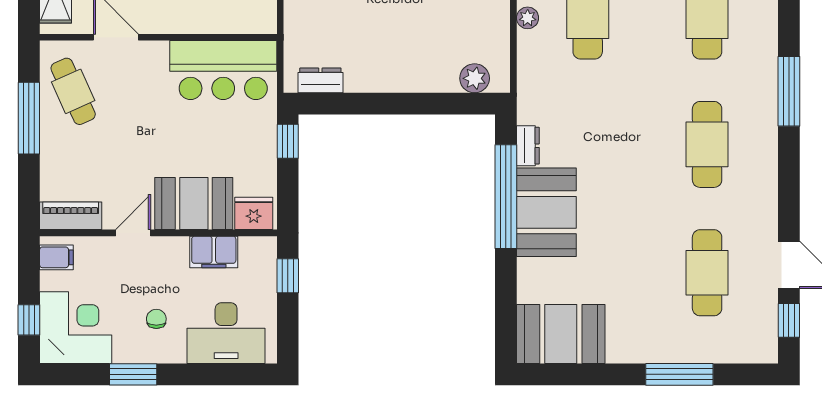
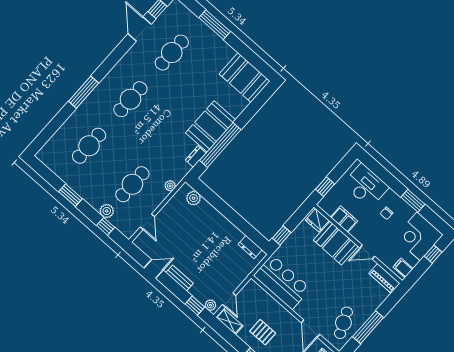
plant: (528, 18) -> (170, 186), moved

